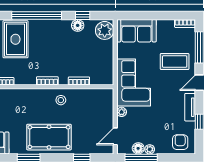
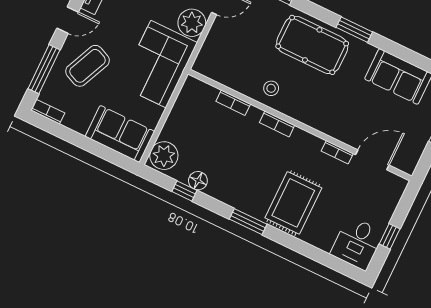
window: (37, 16) -> (248, 222), width x0.47
coffee table: (175, 62) -> (88, 66), turned -66
plant: (122, 112) -> (192, 23), width x1.87, depth x1.87

